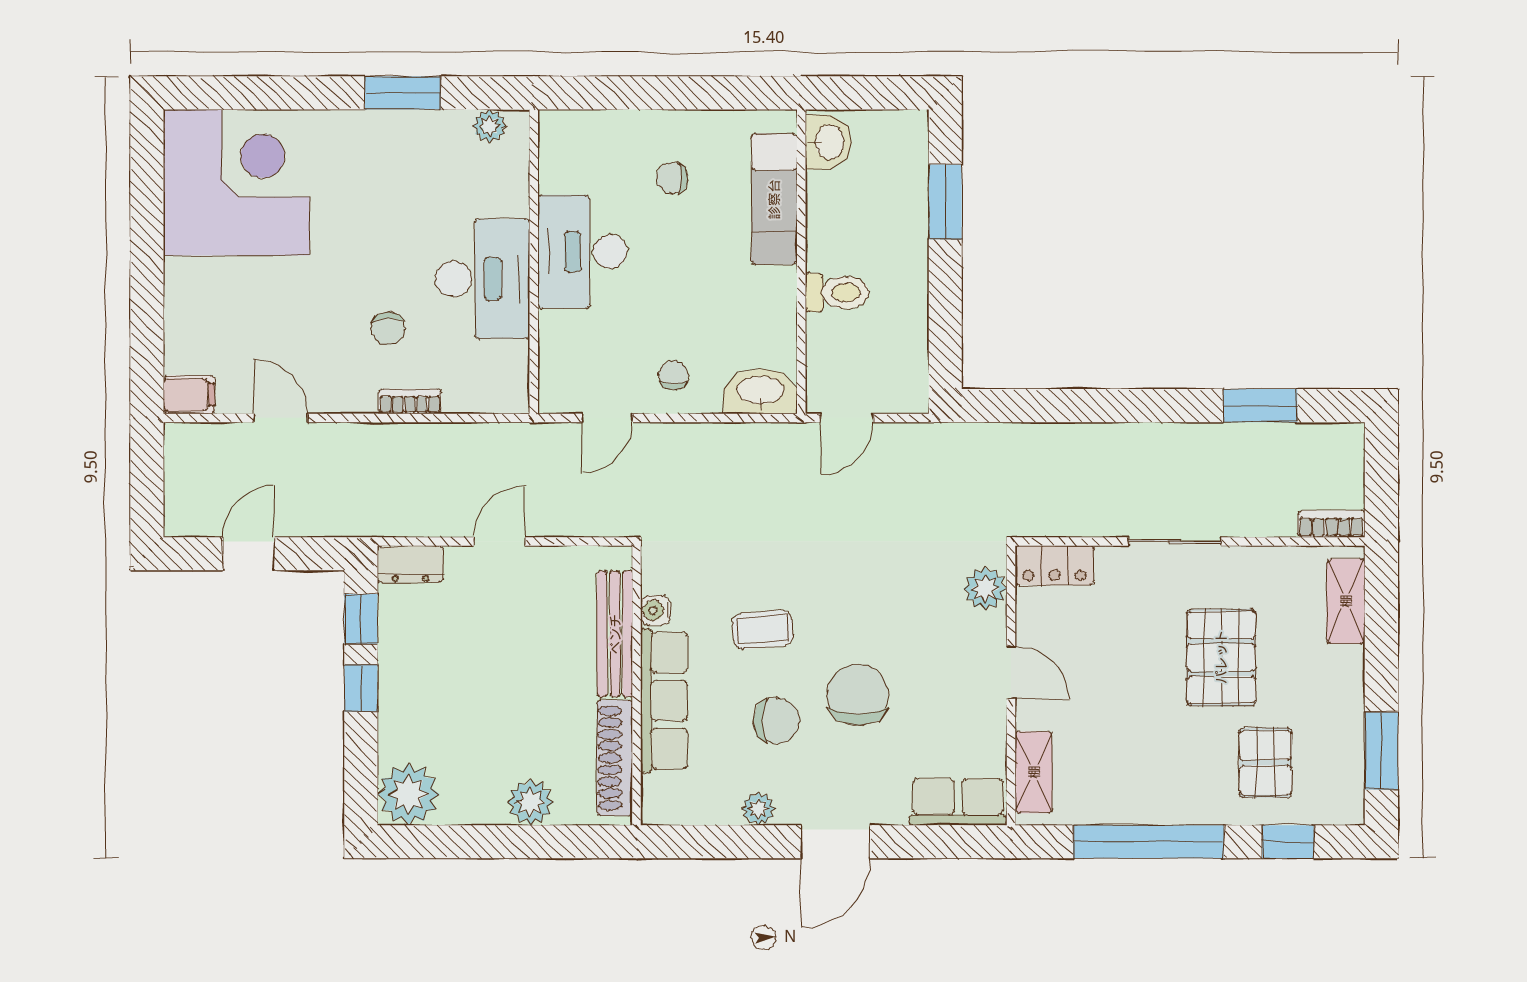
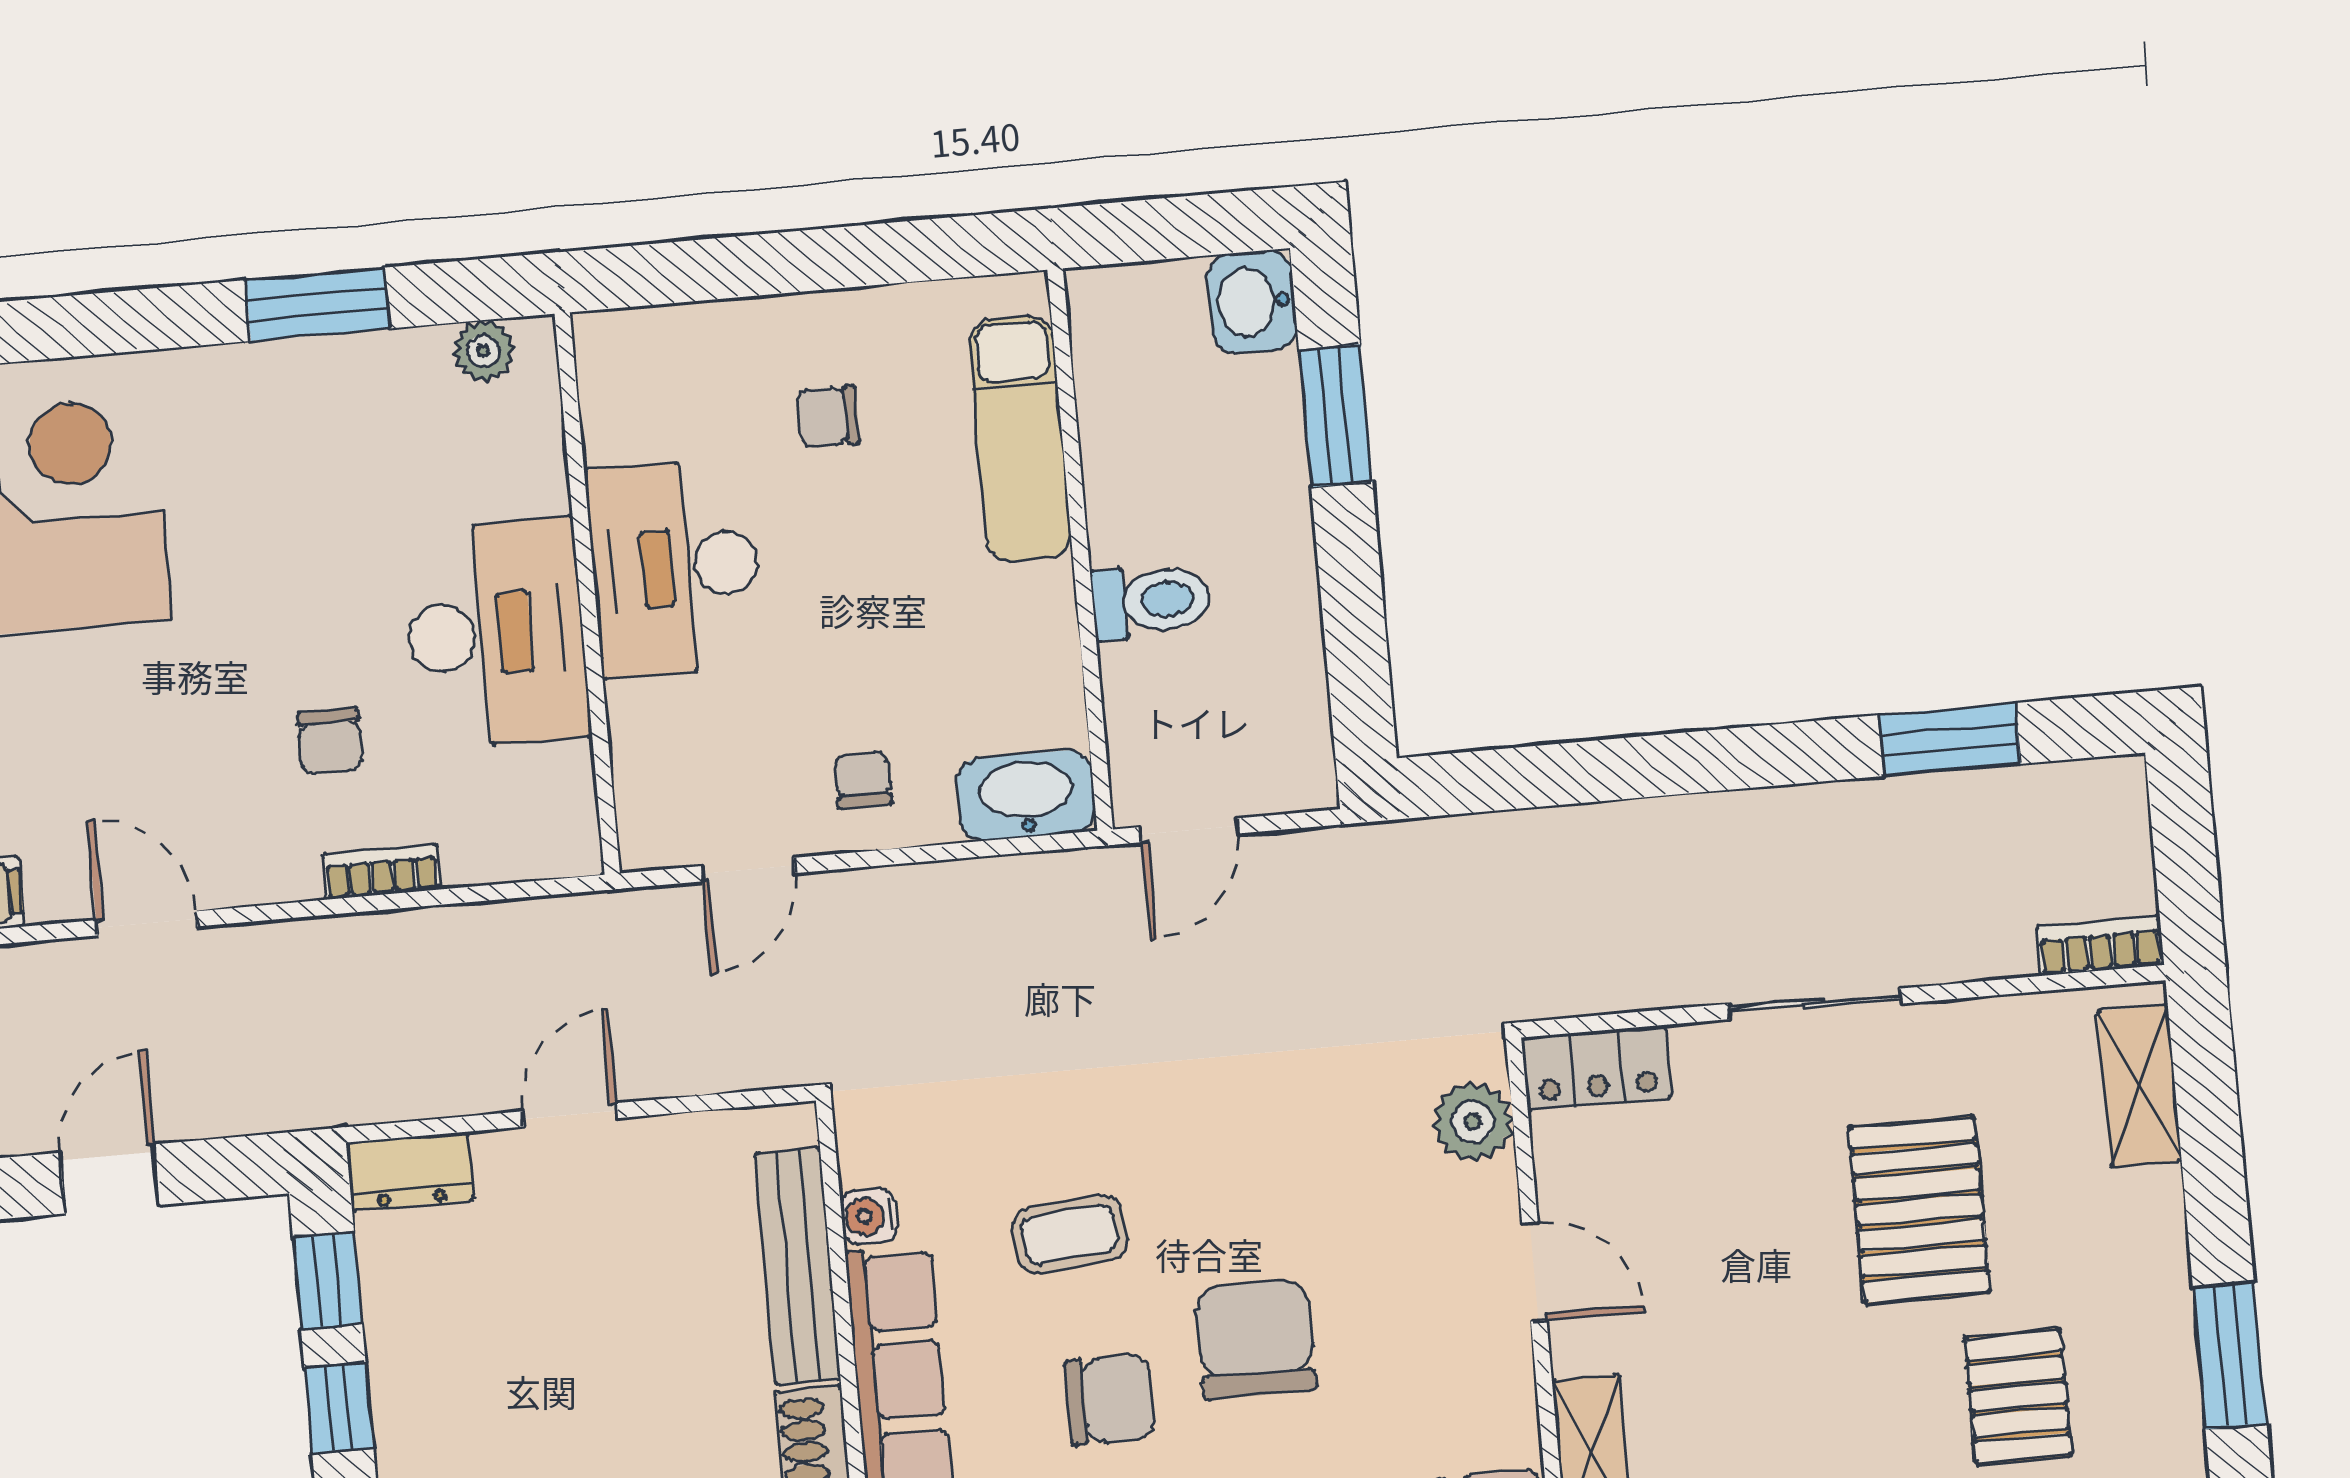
washbasin: (828, 142) -> (1252, 302), moved, turned 180

